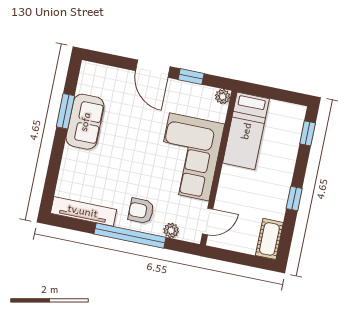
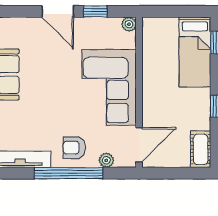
bed: (246, 131) -> (195, 52), moved
door: (208, 221) -> (139, 145), width x1.38

